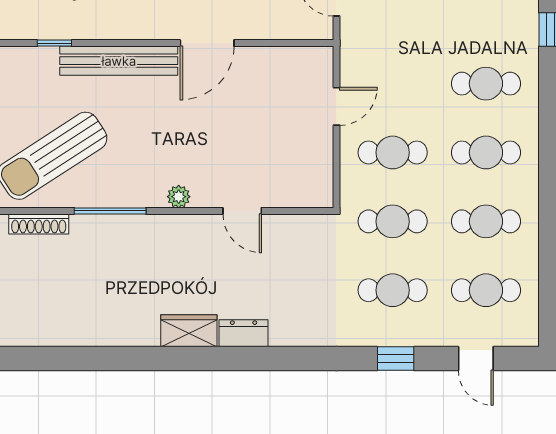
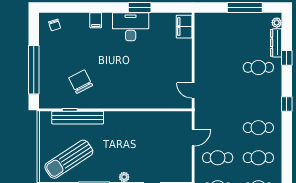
door: (207, 43) -> (137, 110), removed
bench: (119, 61) -> (78, 118), moved

